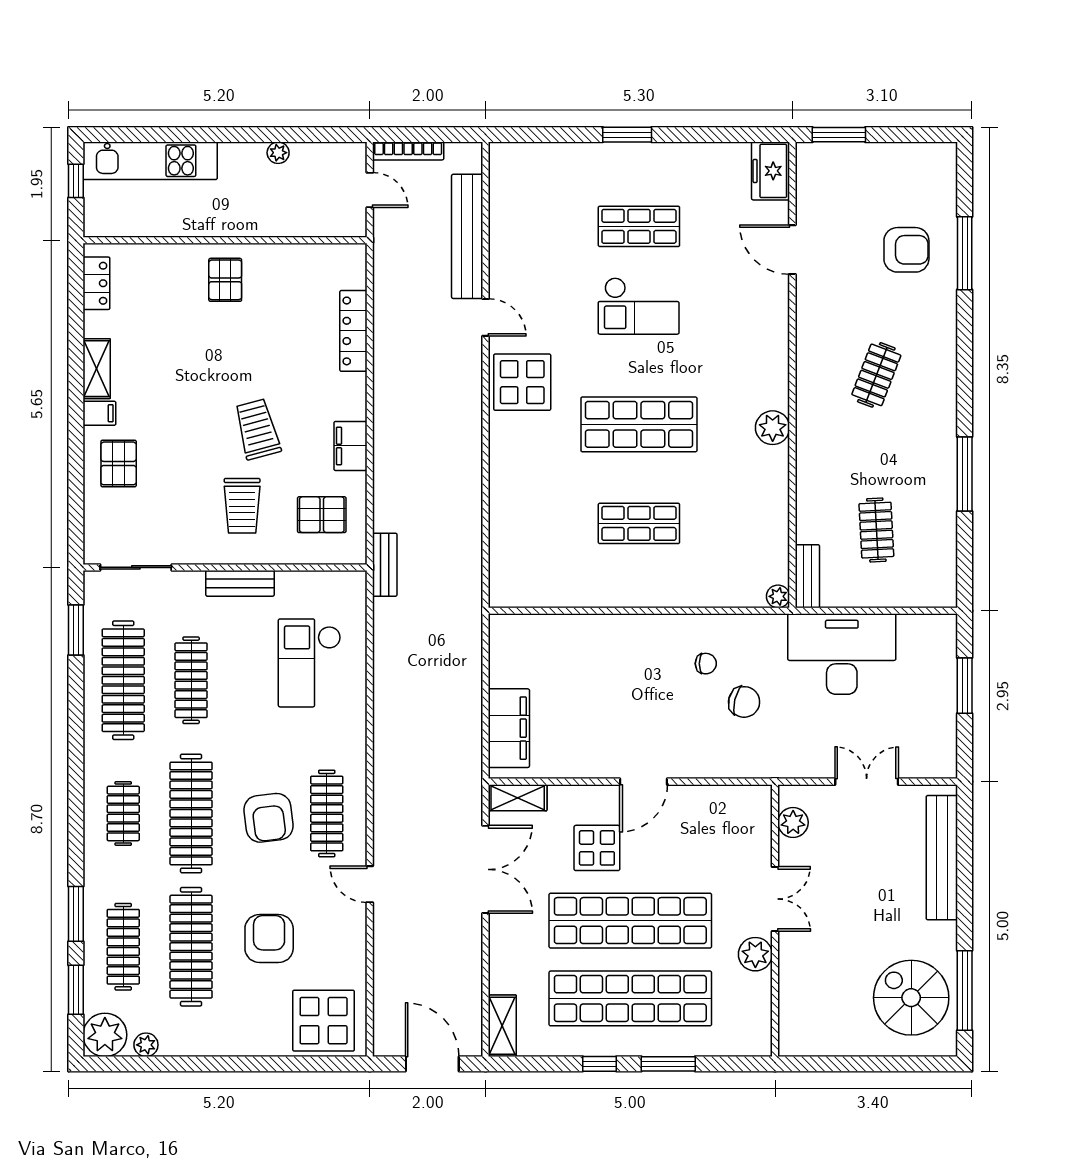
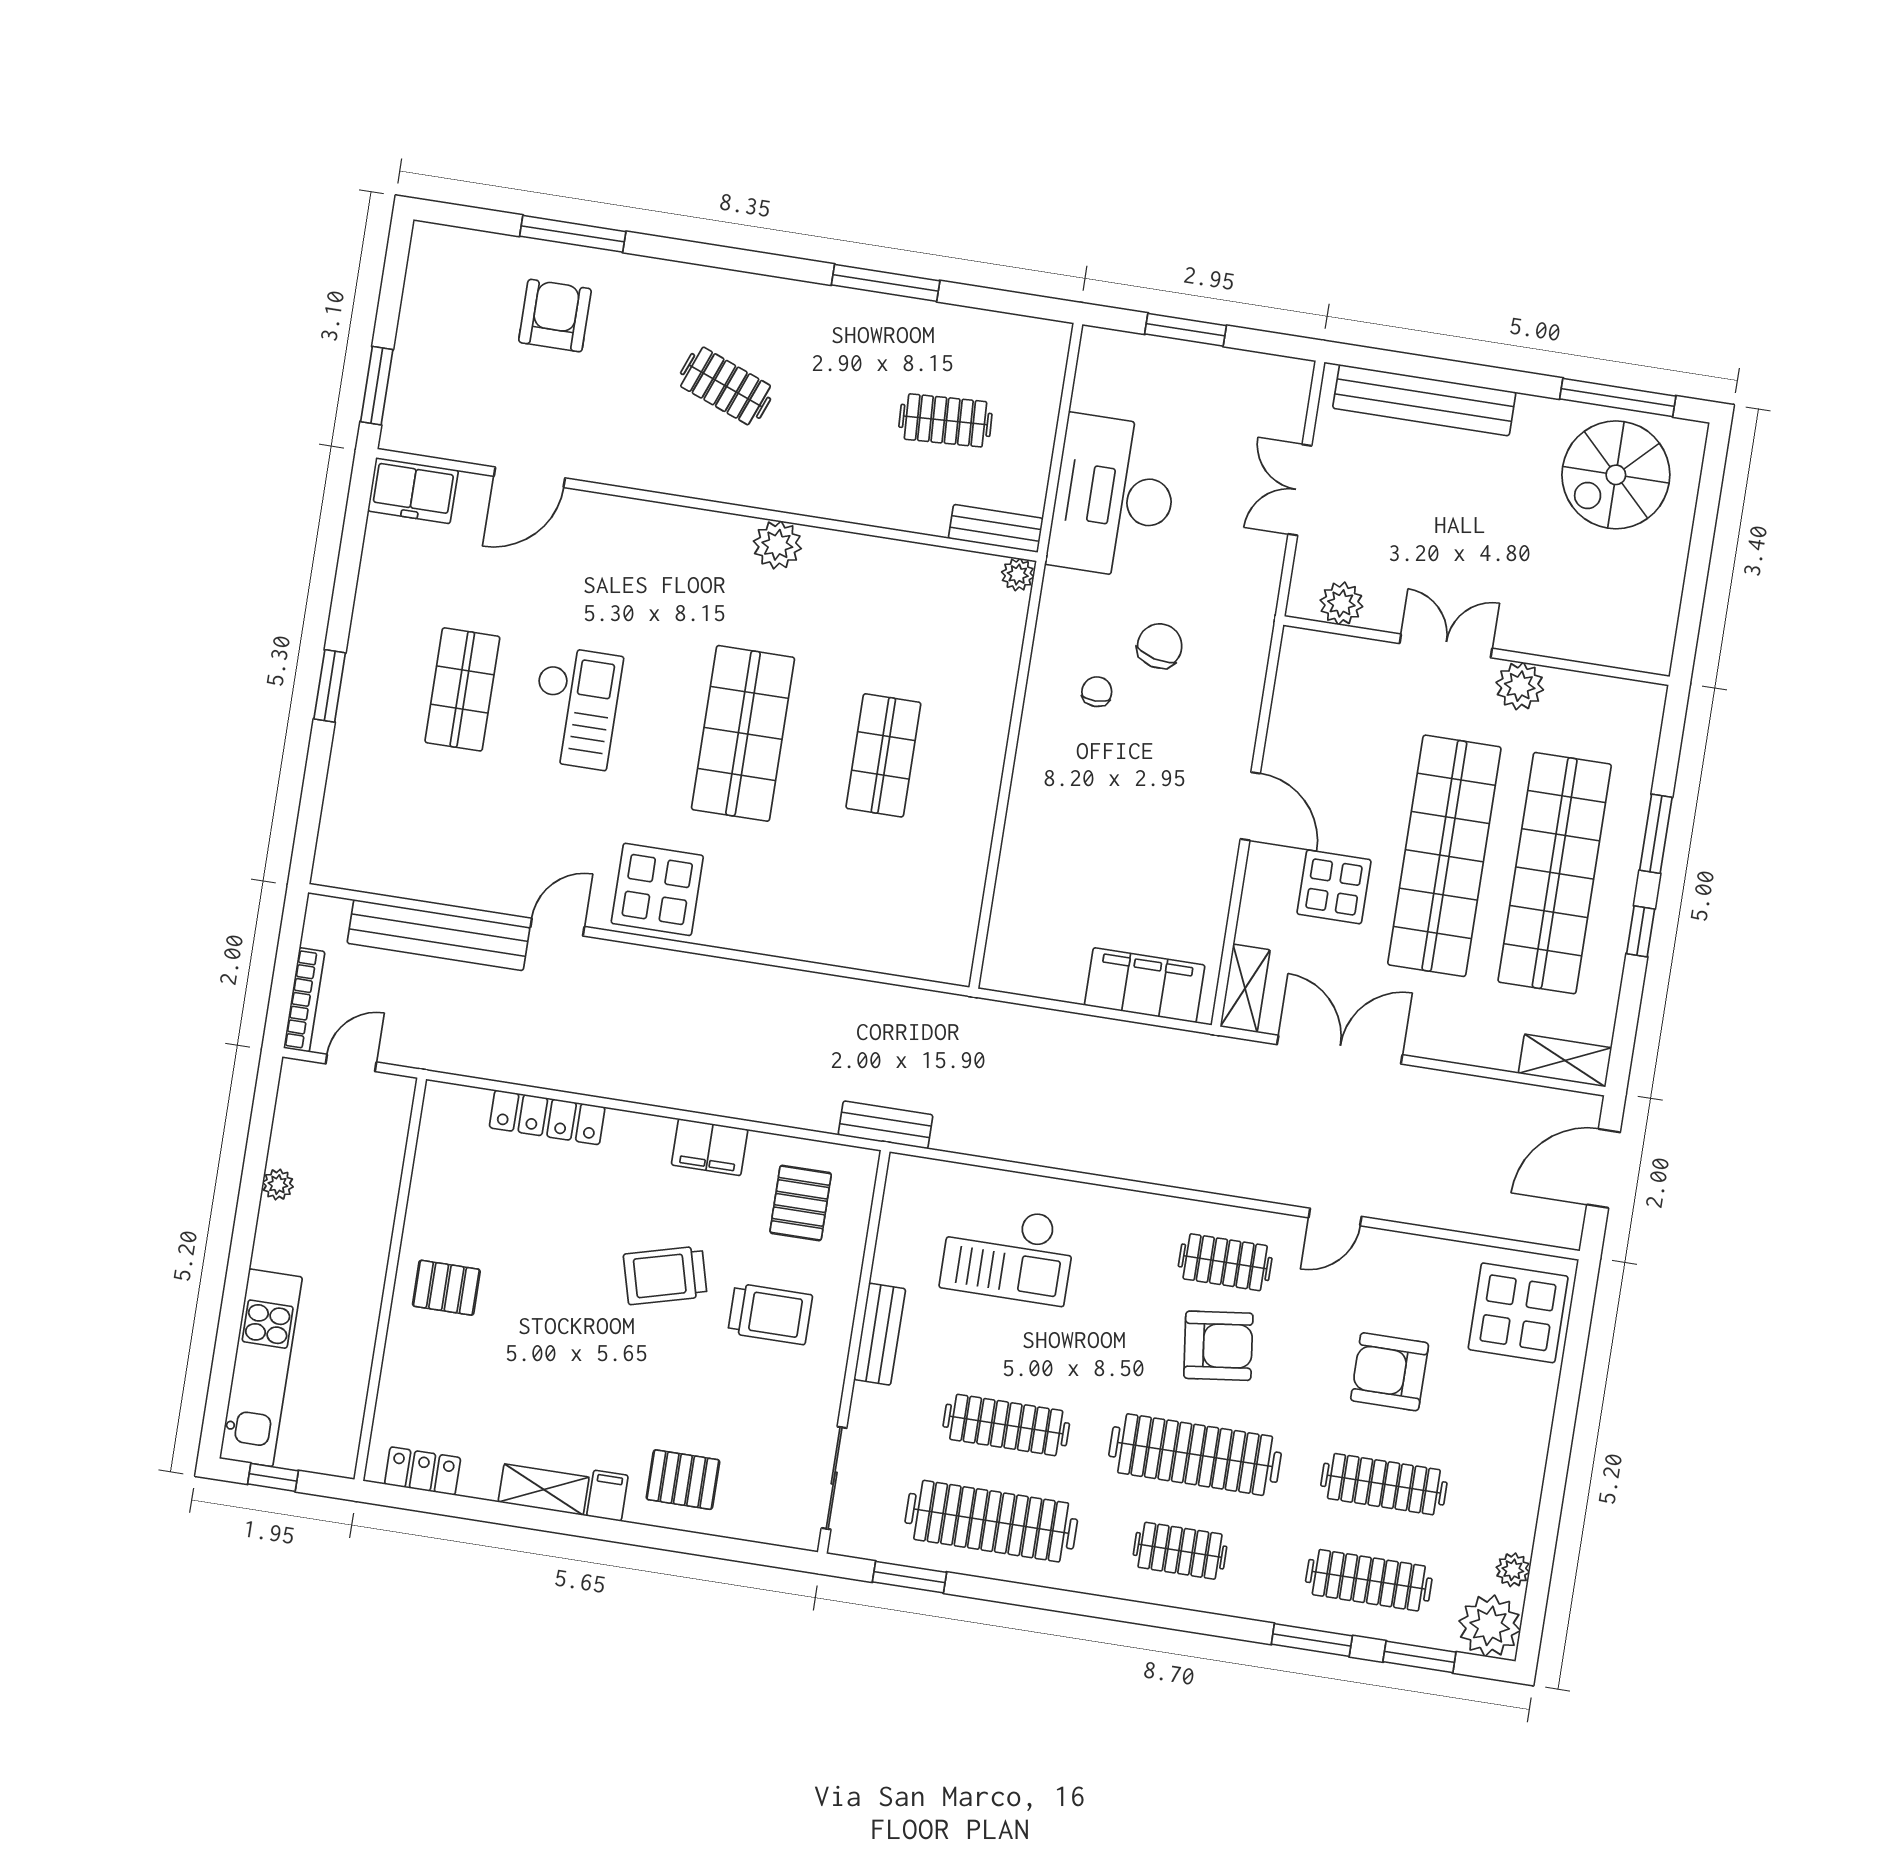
clothes rail: (327, 813) -> (1225, 1262), width x0.73
clothes rail: (191, 947) -> (1384, 1484), width x0.73, depth x0.76

